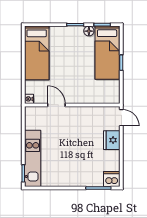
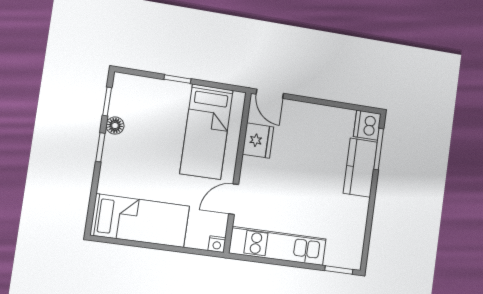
bed: (107, 53) -> (206, 132), moved, turned 90
door: (121, 118) -> (270, 94), swing flipped
fridge: (112, 140) -> (258, 141), moved, turned -90
kitchen unit: (33, 158) -> (278, 246), moved
kitchen counter: (86, 178) -> (360, 168), added

